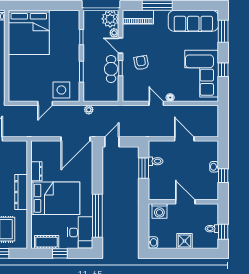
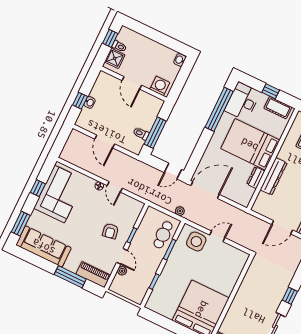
plant: (110, 19) -> (119, 286), removed
cafe table: (111, 69) -> (163, 235), moved
window: (144, 168) -> (155, 133), width x1.44
window: (223, 176) -> (80, 101), moved
dresser: (21, 192) -> (274, 176), moved
shower: (184, 241) -> (115, 58), moved

